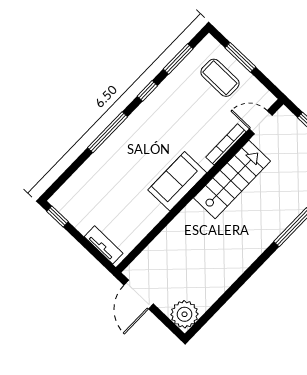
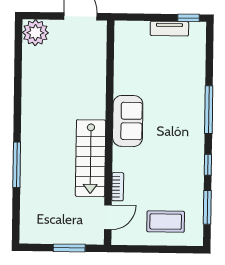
window: (240, 57) -> (165, 249), removed
bookcase: (226, 144) -> (118, 187), width x0.64
tv unit: (104, 245) -> (169, 29), moved

